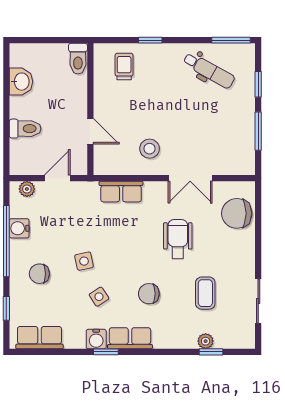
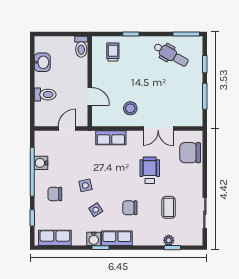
plant: (27, 189) -> (46, 136), removed

